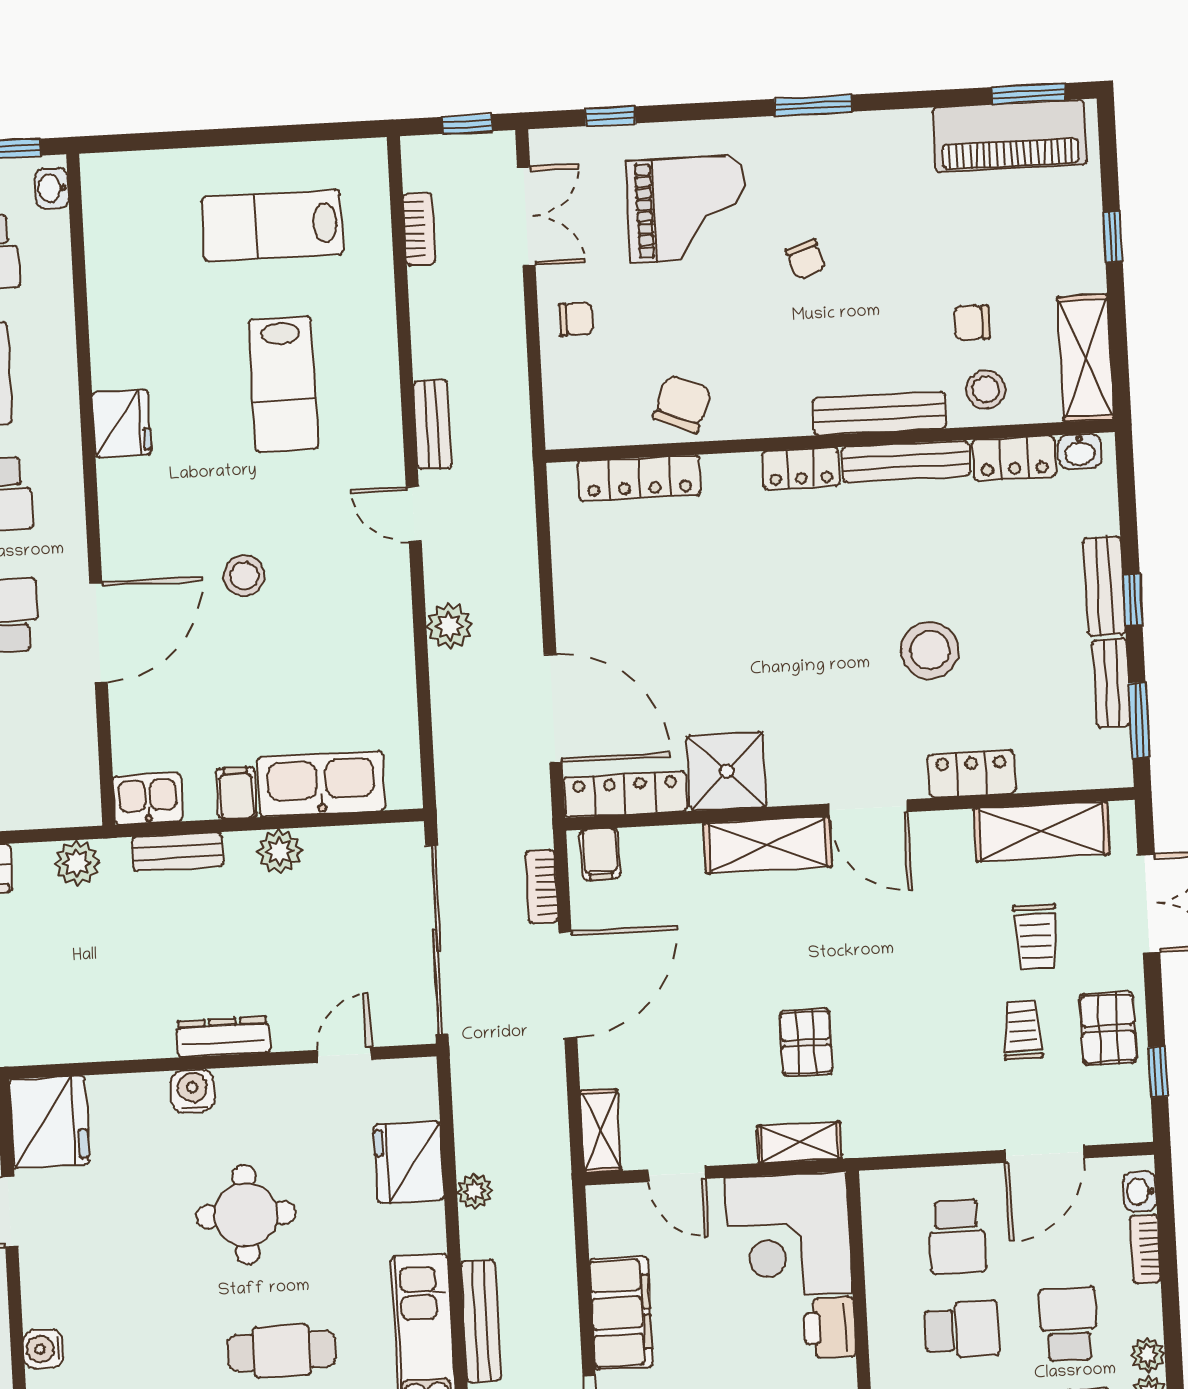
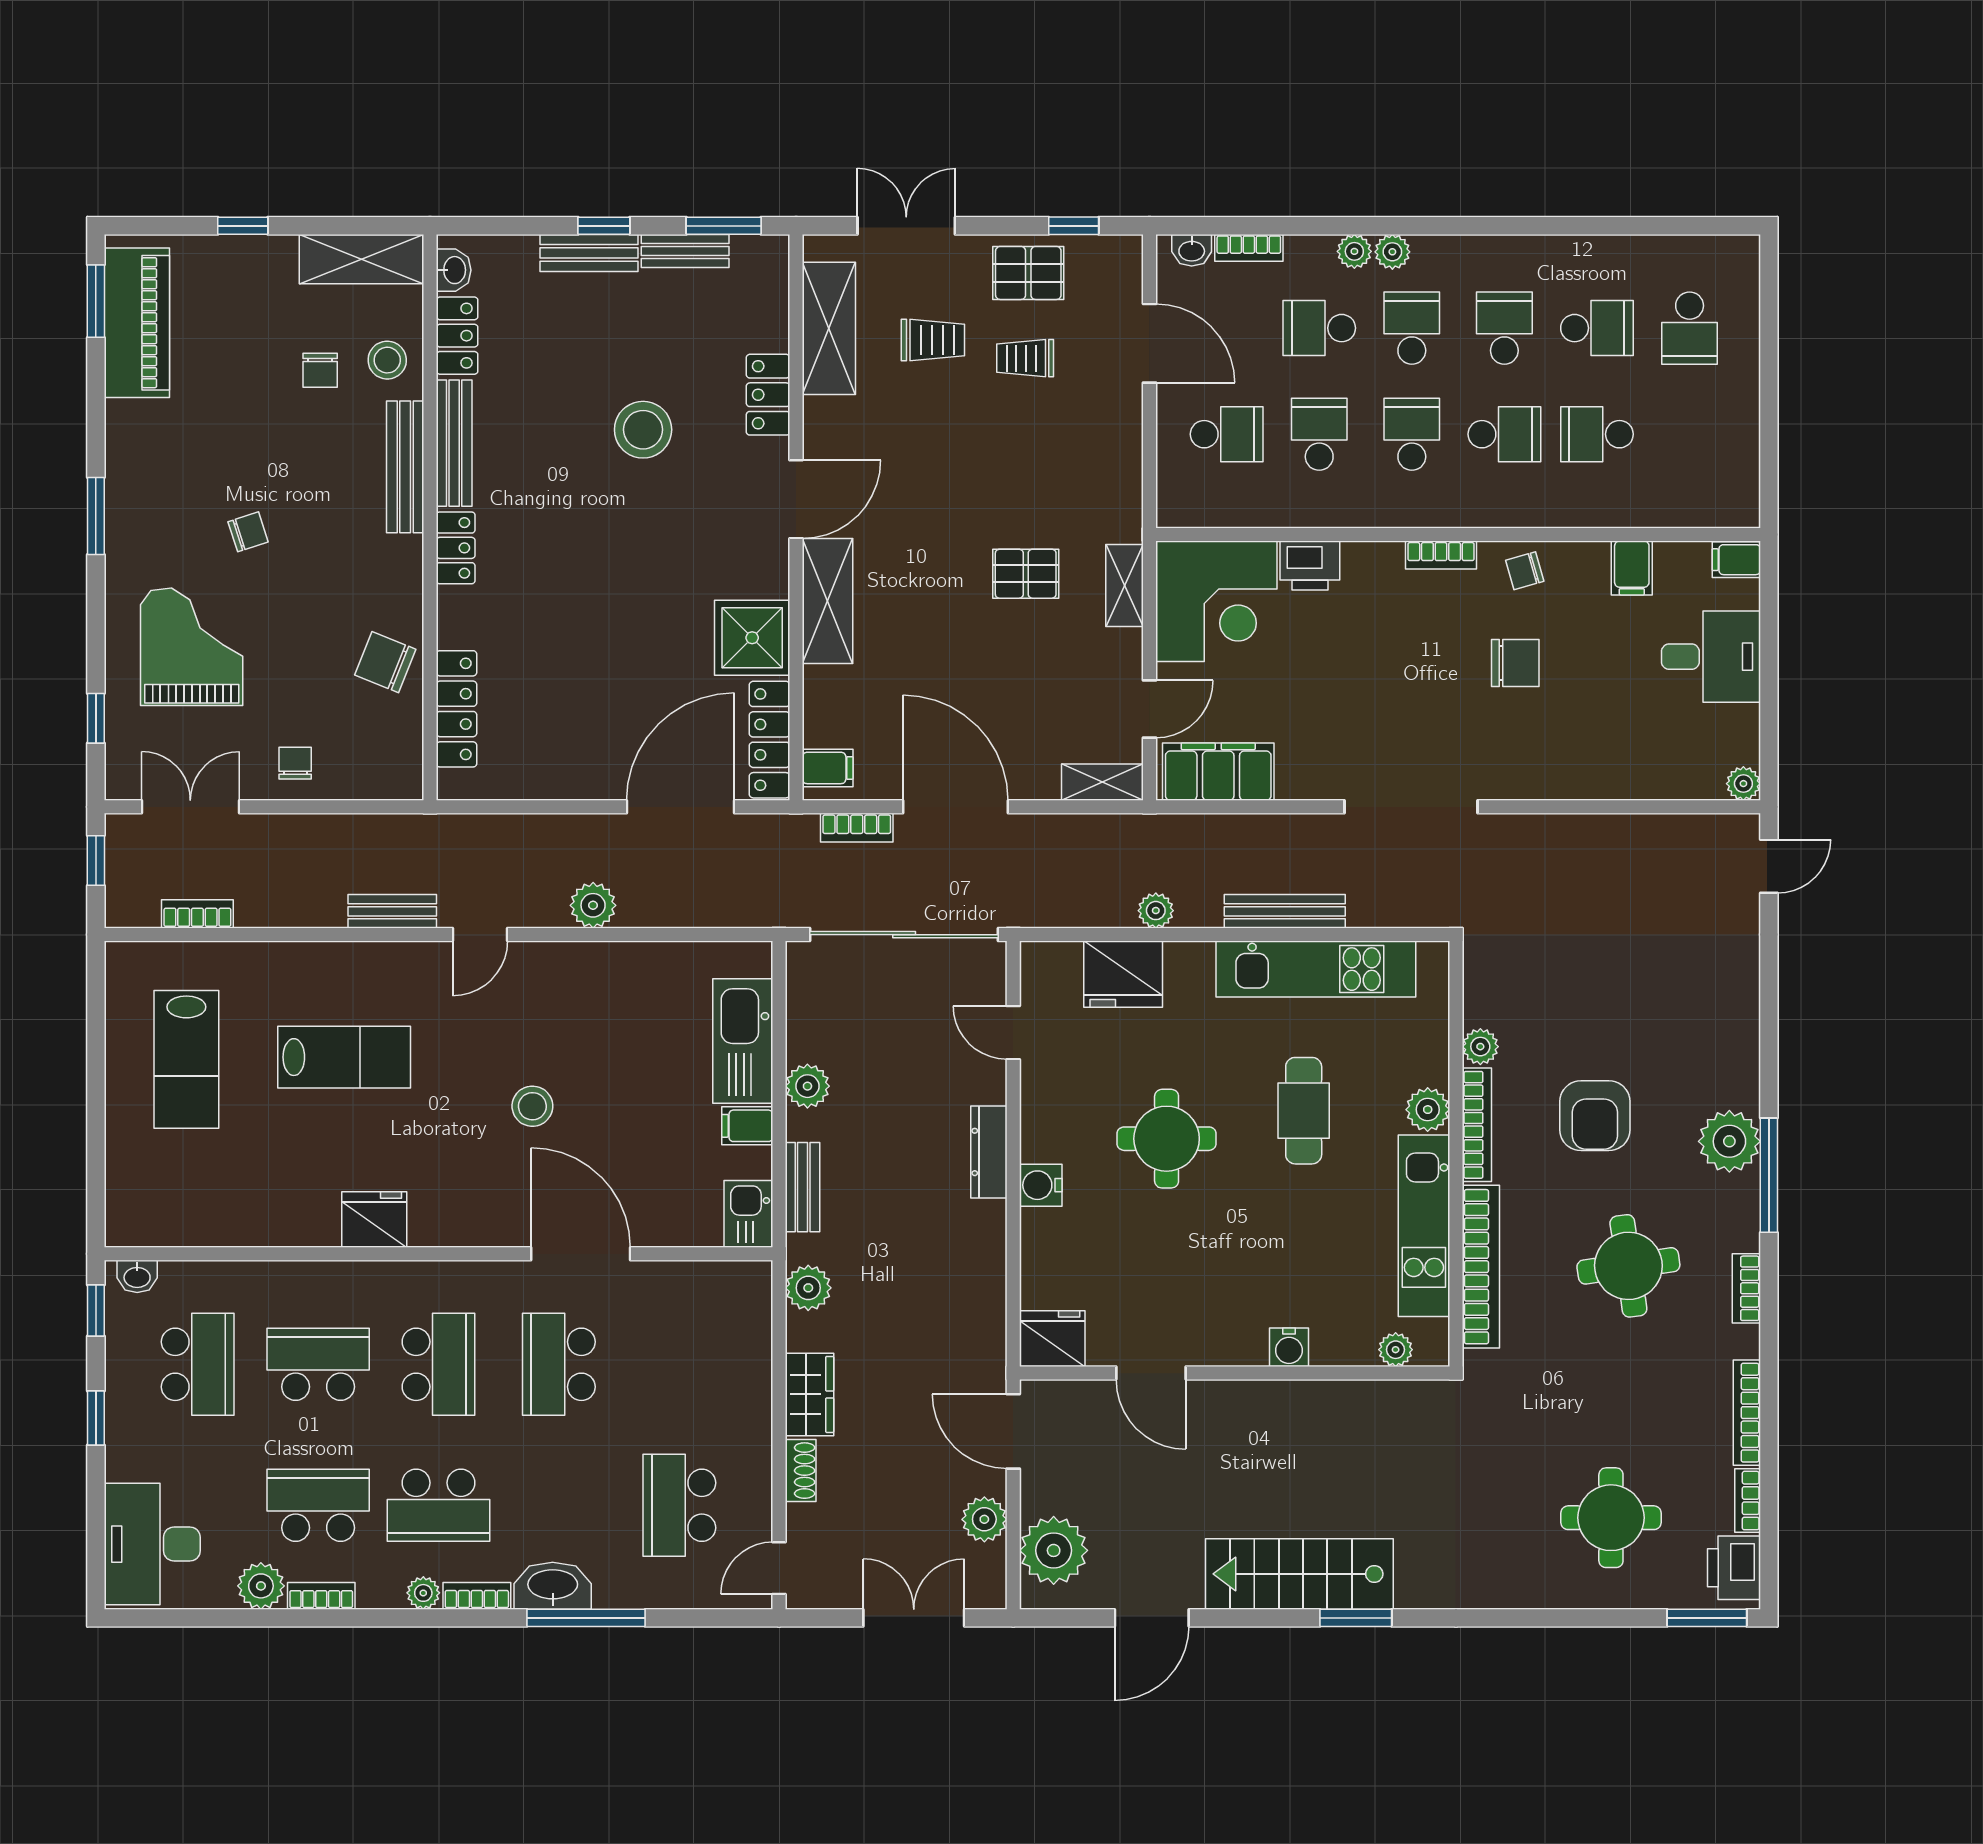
fridge: (49, 1122) -> (1052, 1339), width x0.73, depth x0.75
filing cabinet: (621, 1313) -> (1218, 772), moved

